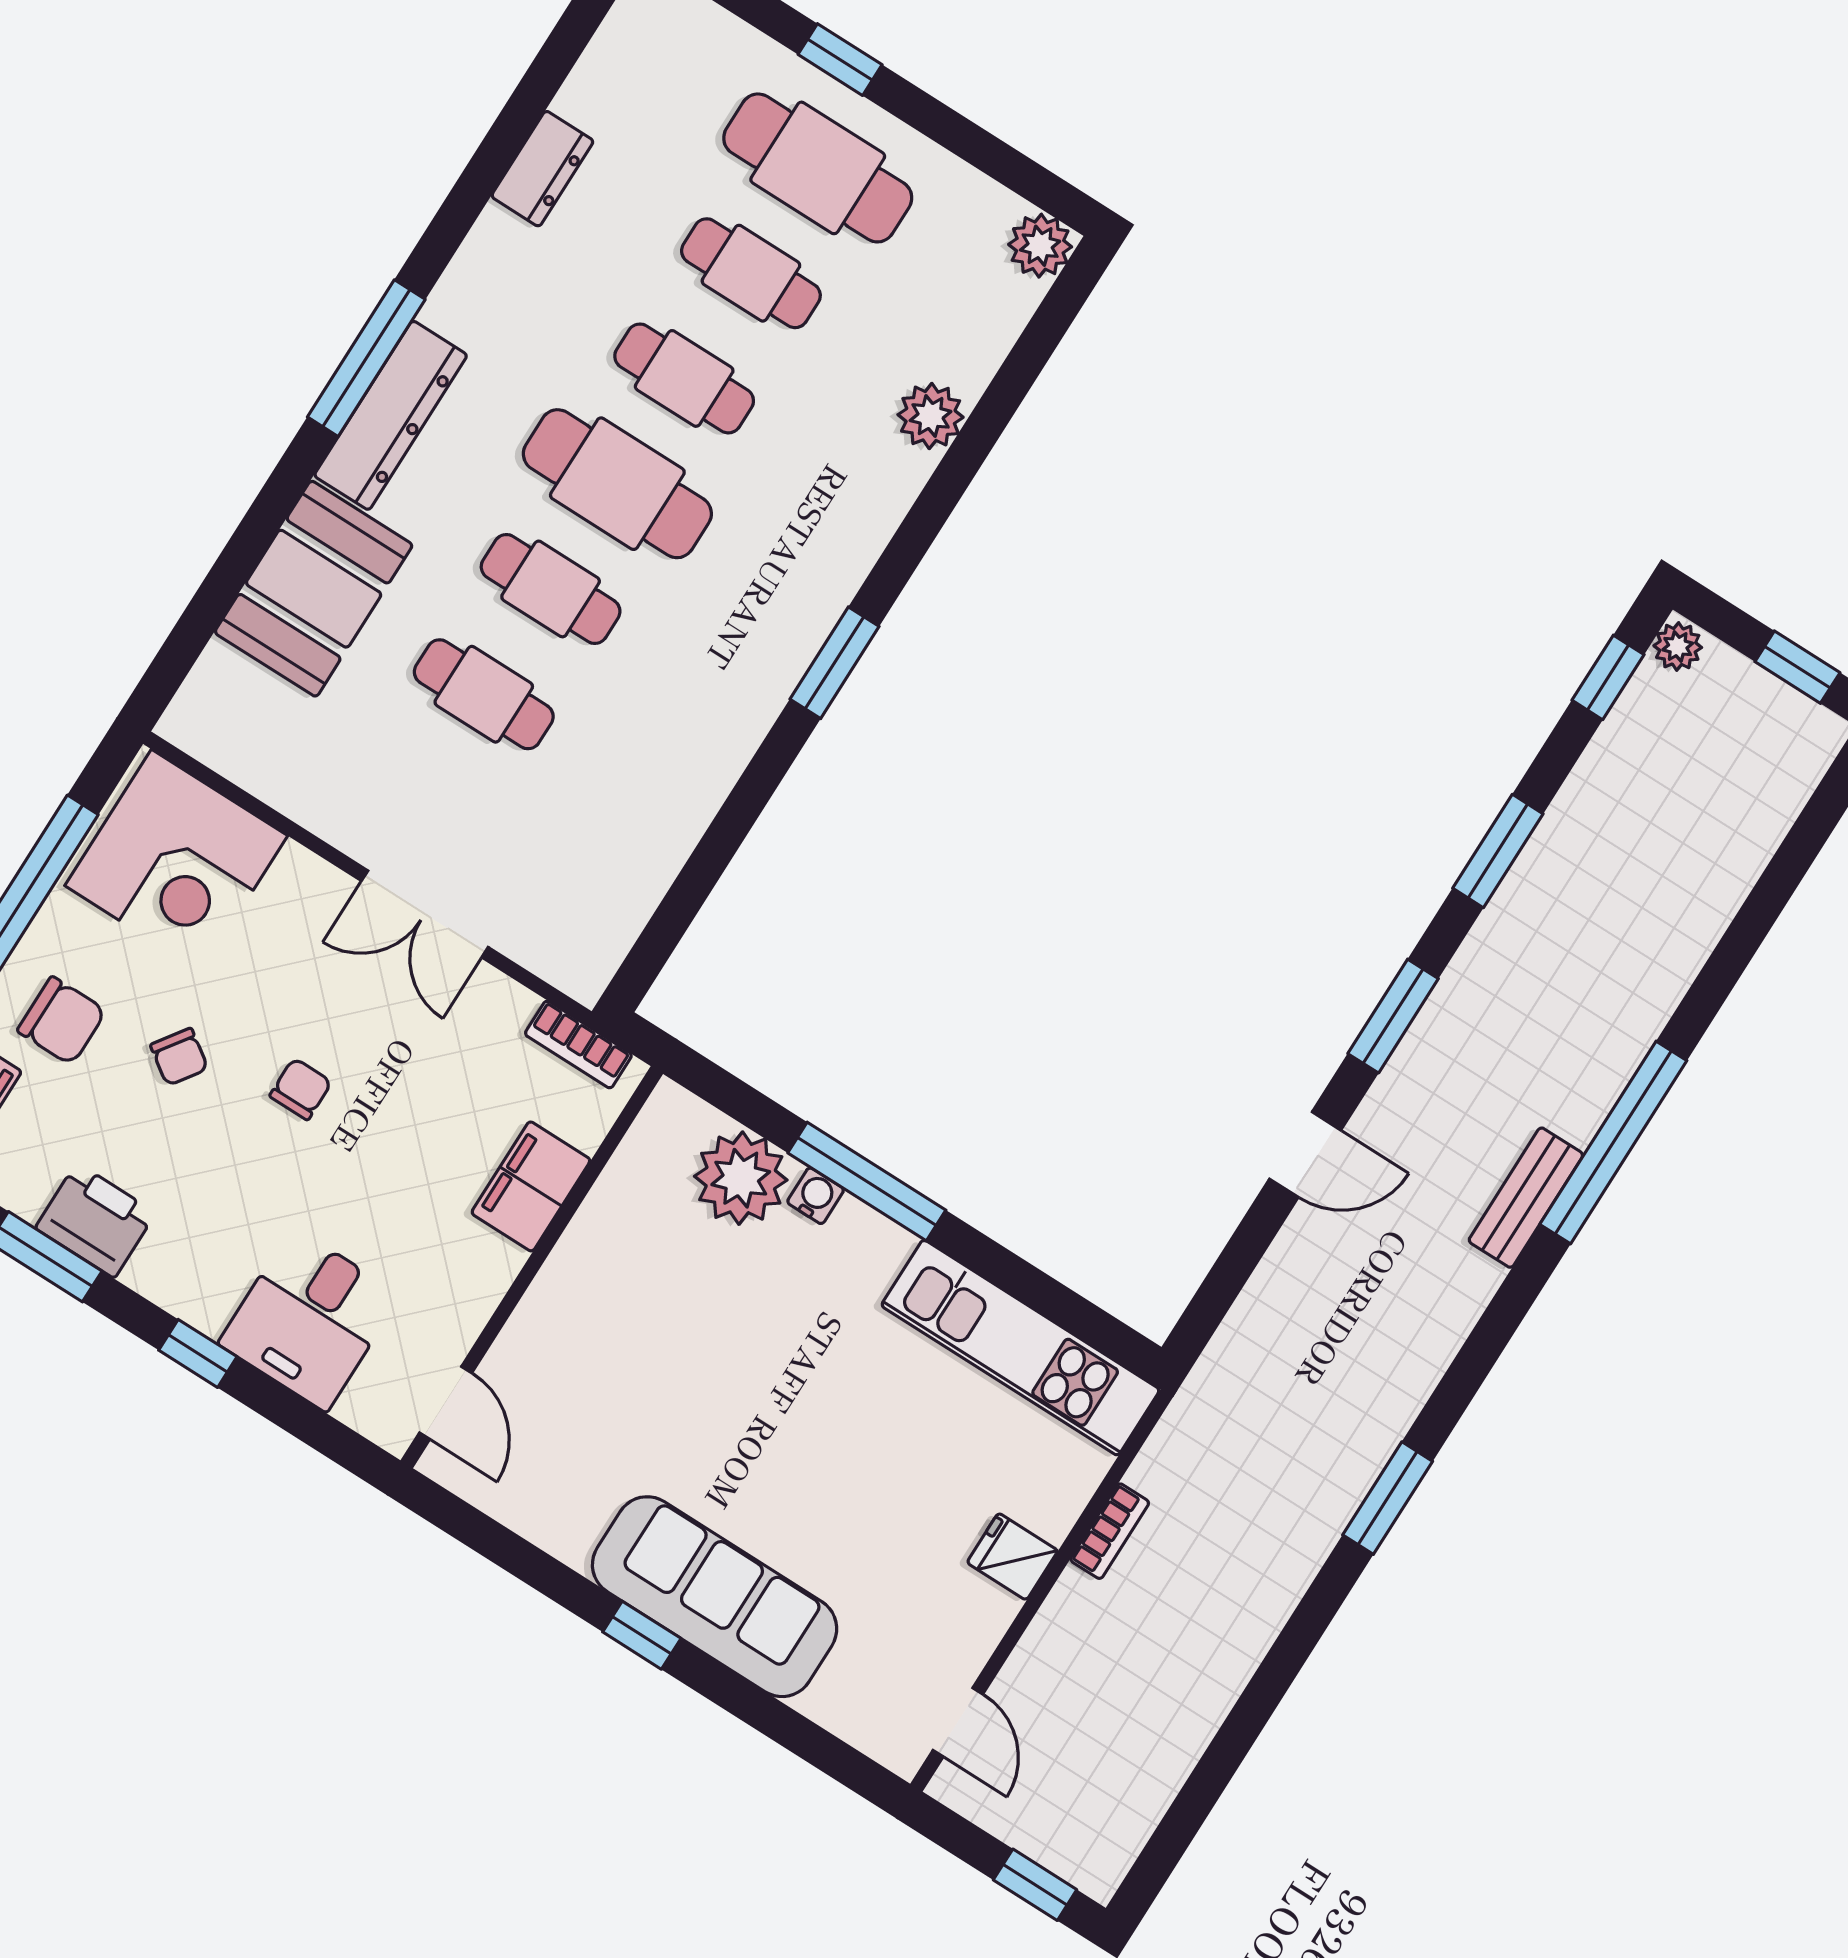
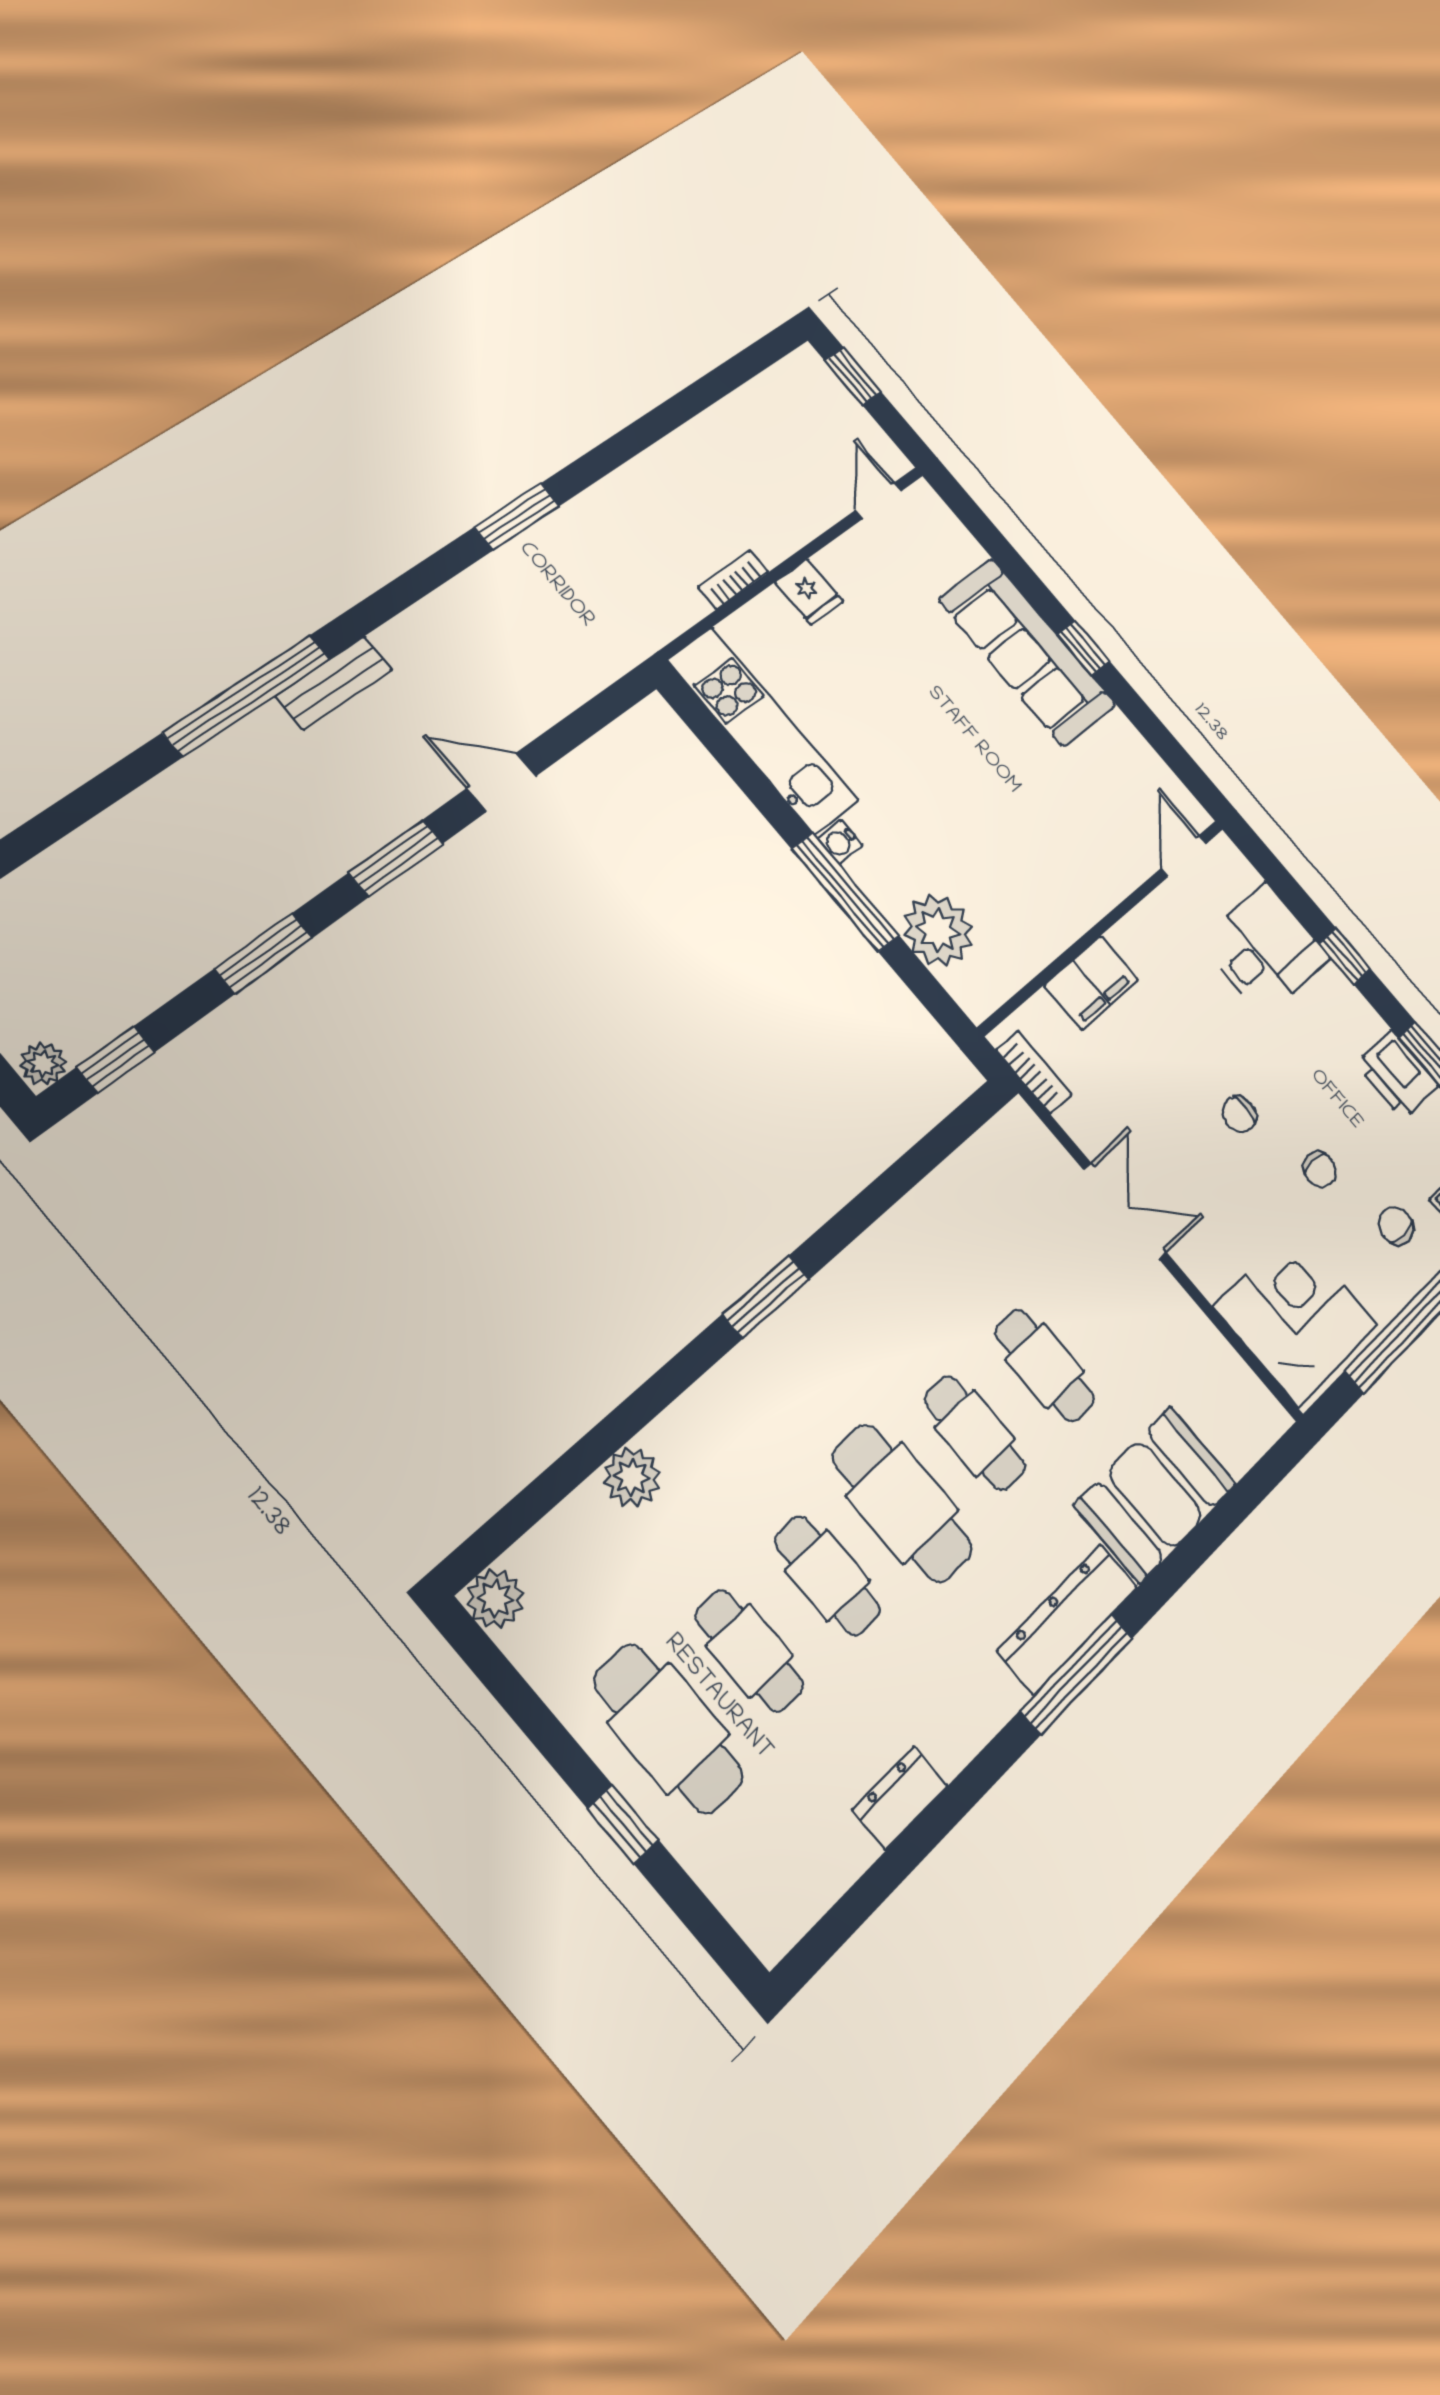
chair: (62, 1021) -> (1396, 1226), width x0.73, depth x0.73
chair: (179, 1057) -> (1320, 1169), turned 145
water cooler: (816, 1196) -> (840, 842), moved

